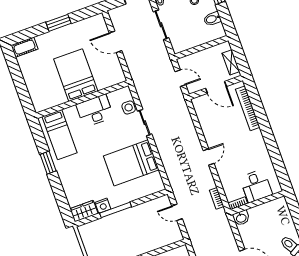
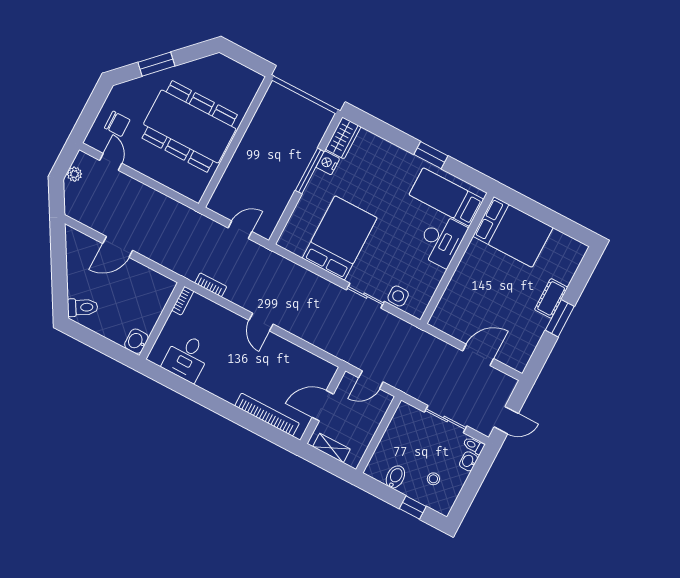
cot: (25, 47) -> (551, 298), moved
bed: (76, 75) -> (513, 232), moved
desk: (95, 111) -> (441, 240), moved
desk: (256, 186) -> (187, 357), moved, turned -90
washbasin: (241, 218) -> (136, 341), moved

